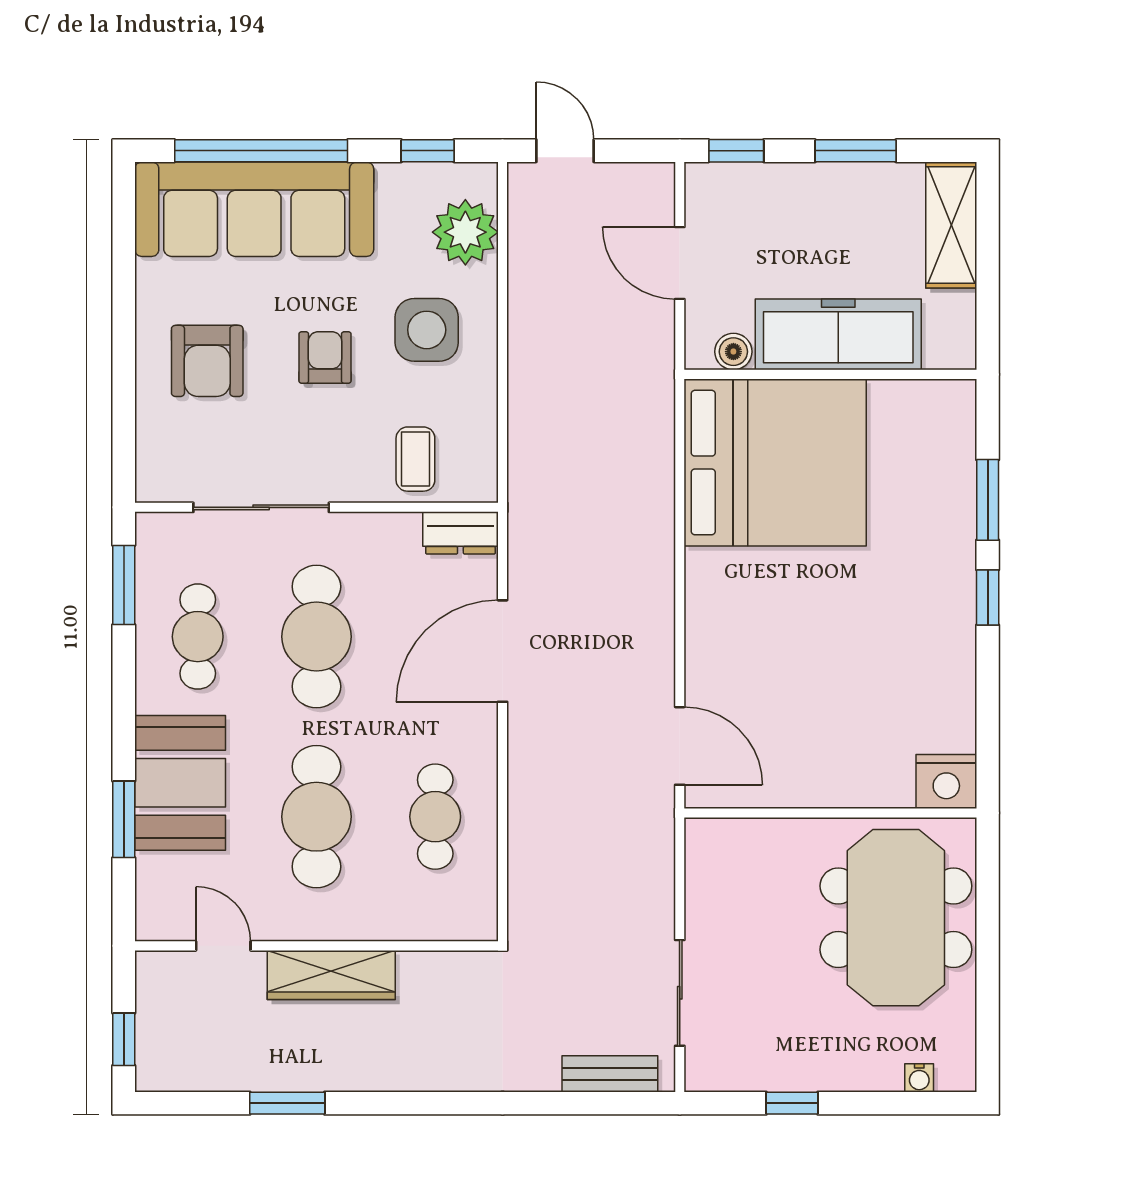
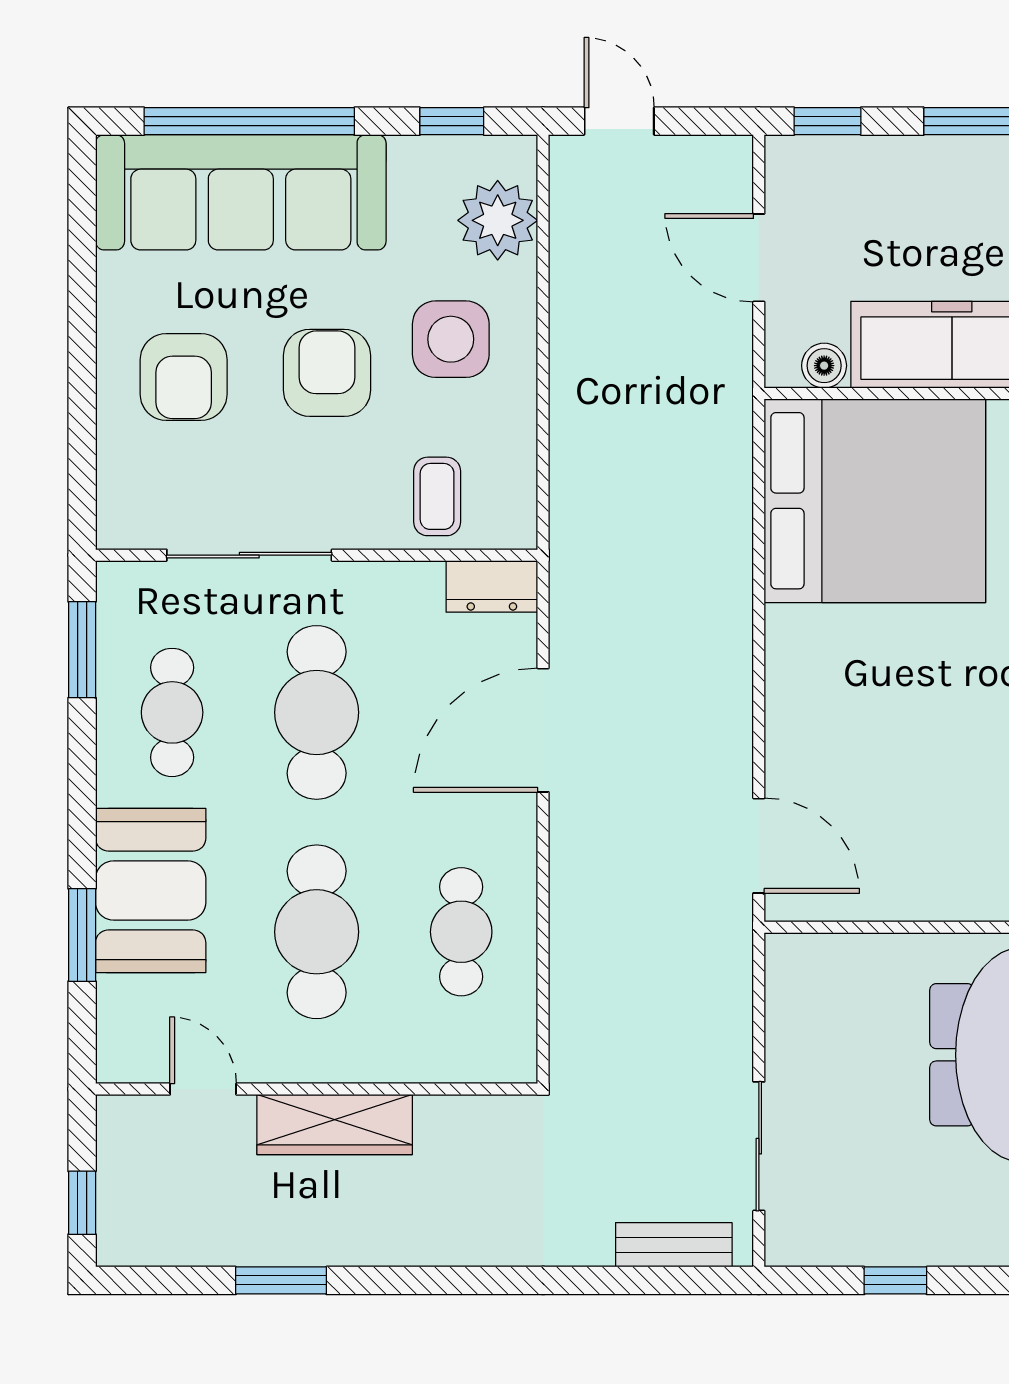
armchair: (325, 357) -> (327, 373), width x1.38, depth x1.38

